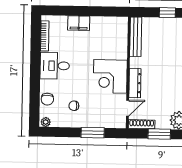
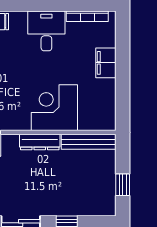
corner desk: (110, 76) -> (54, 108), moved
dresser: (135, 83) -> (40, 142), moved

